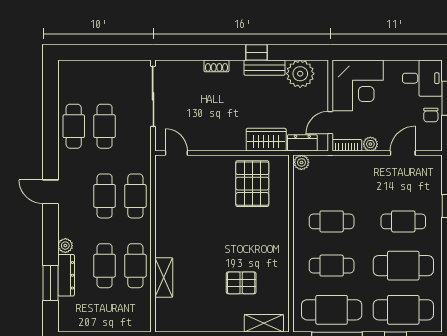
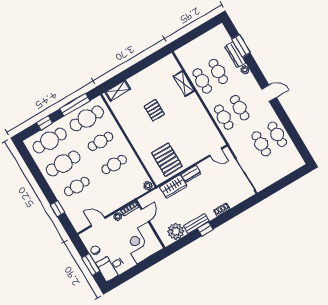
dresser: (302, 143) -> (191, 174), moved
door: (403, 153) -> (98, 222), swing flipped
pallet: (241, 283) -> (154, 110), moved, turned 90

